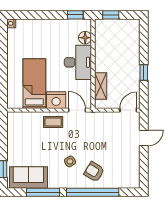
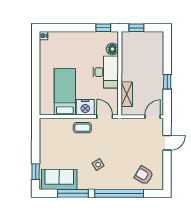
armchair: (94, 172) -> (144, 175), moved

